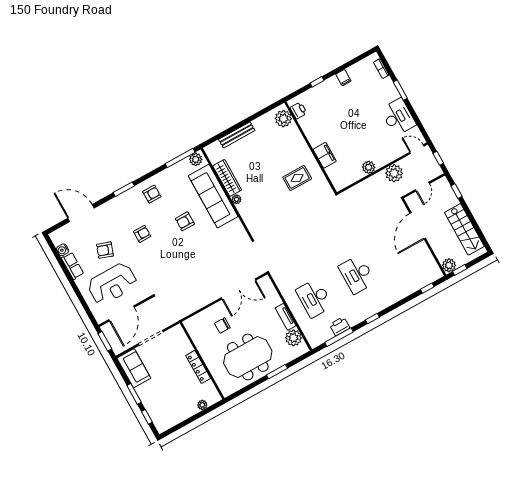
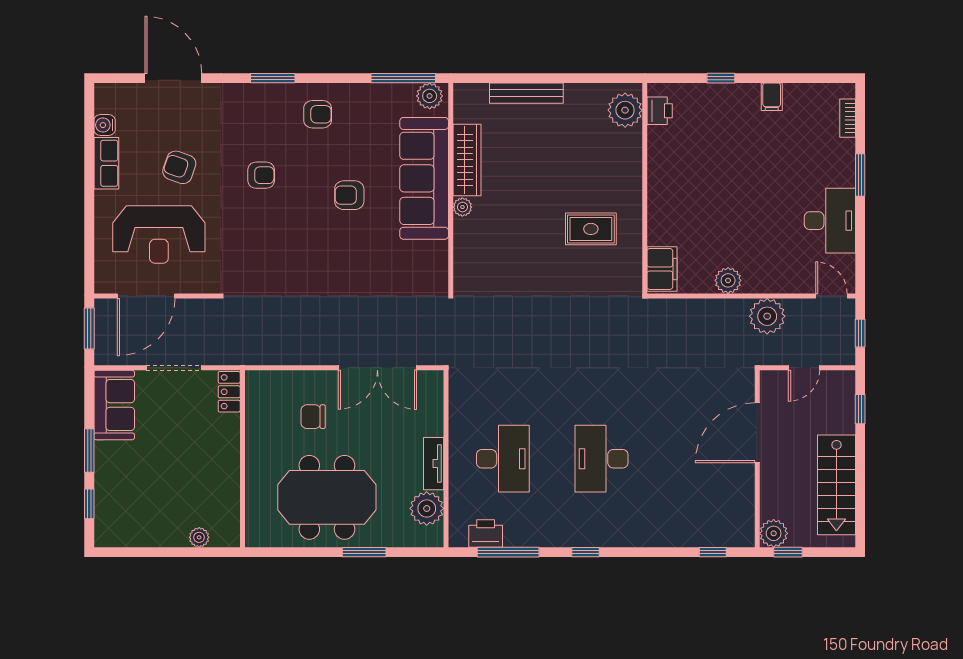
filing cabinet: (325, 155) -> (662, 269), moved
desk: (314, 298) -> (503, 459), turned 180
printer: (340, 326) -> (486, 533), moved
locker: (198, 367) -> (229, 392), moved, width x0.66

